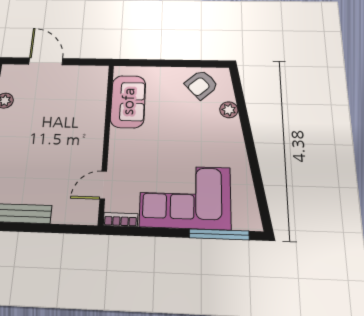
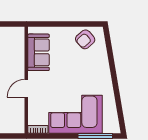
plant: (229, 110) -> (102, 57), removed
door: (103, 185) -> (26, 88), moved

